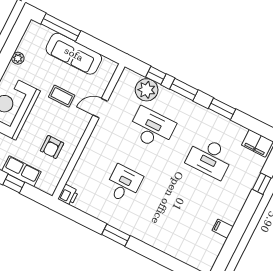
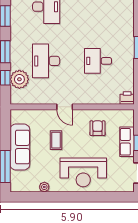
door: (100, 108) -> (65, 107), moved
armchair: (52, 147) -> (97, 128), turned -90

